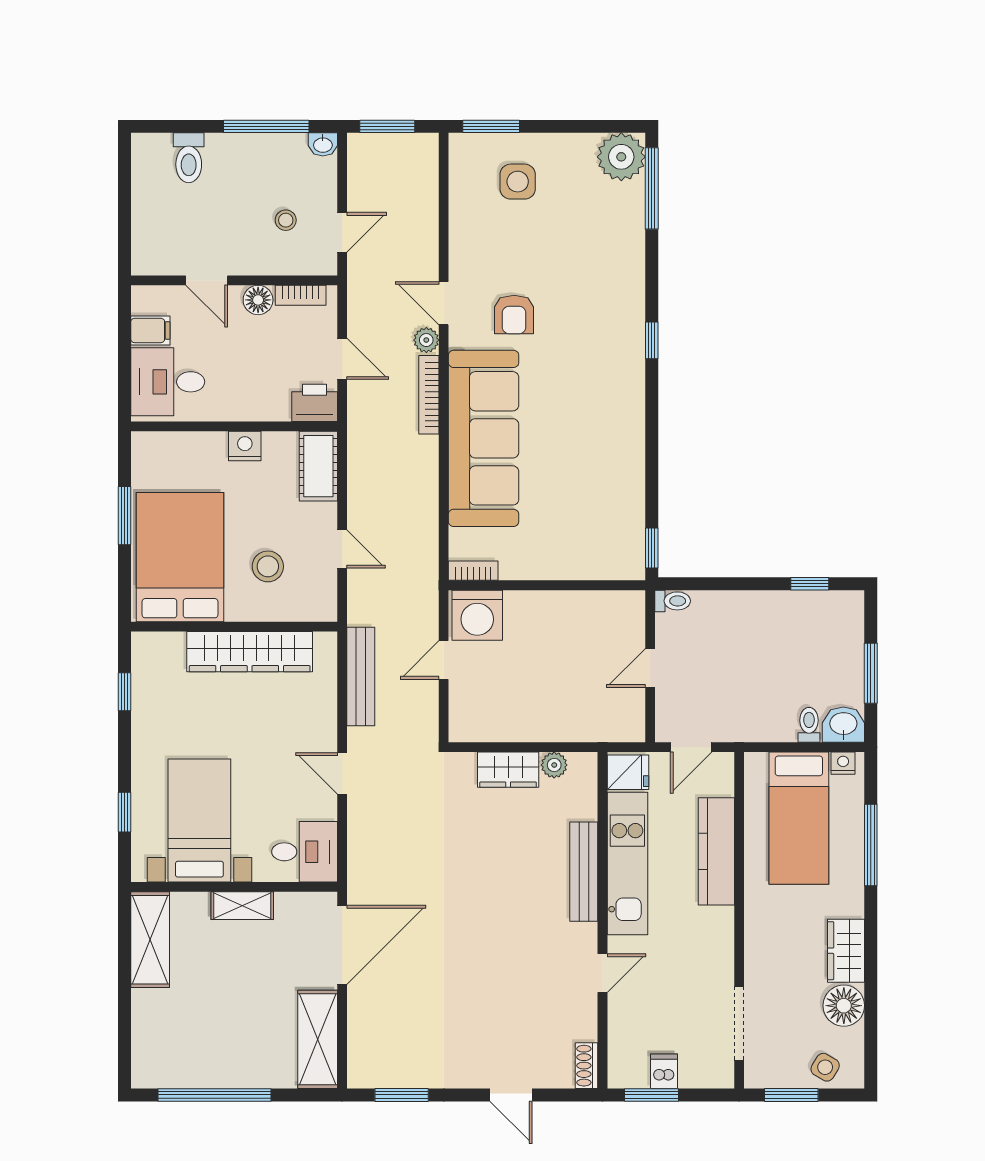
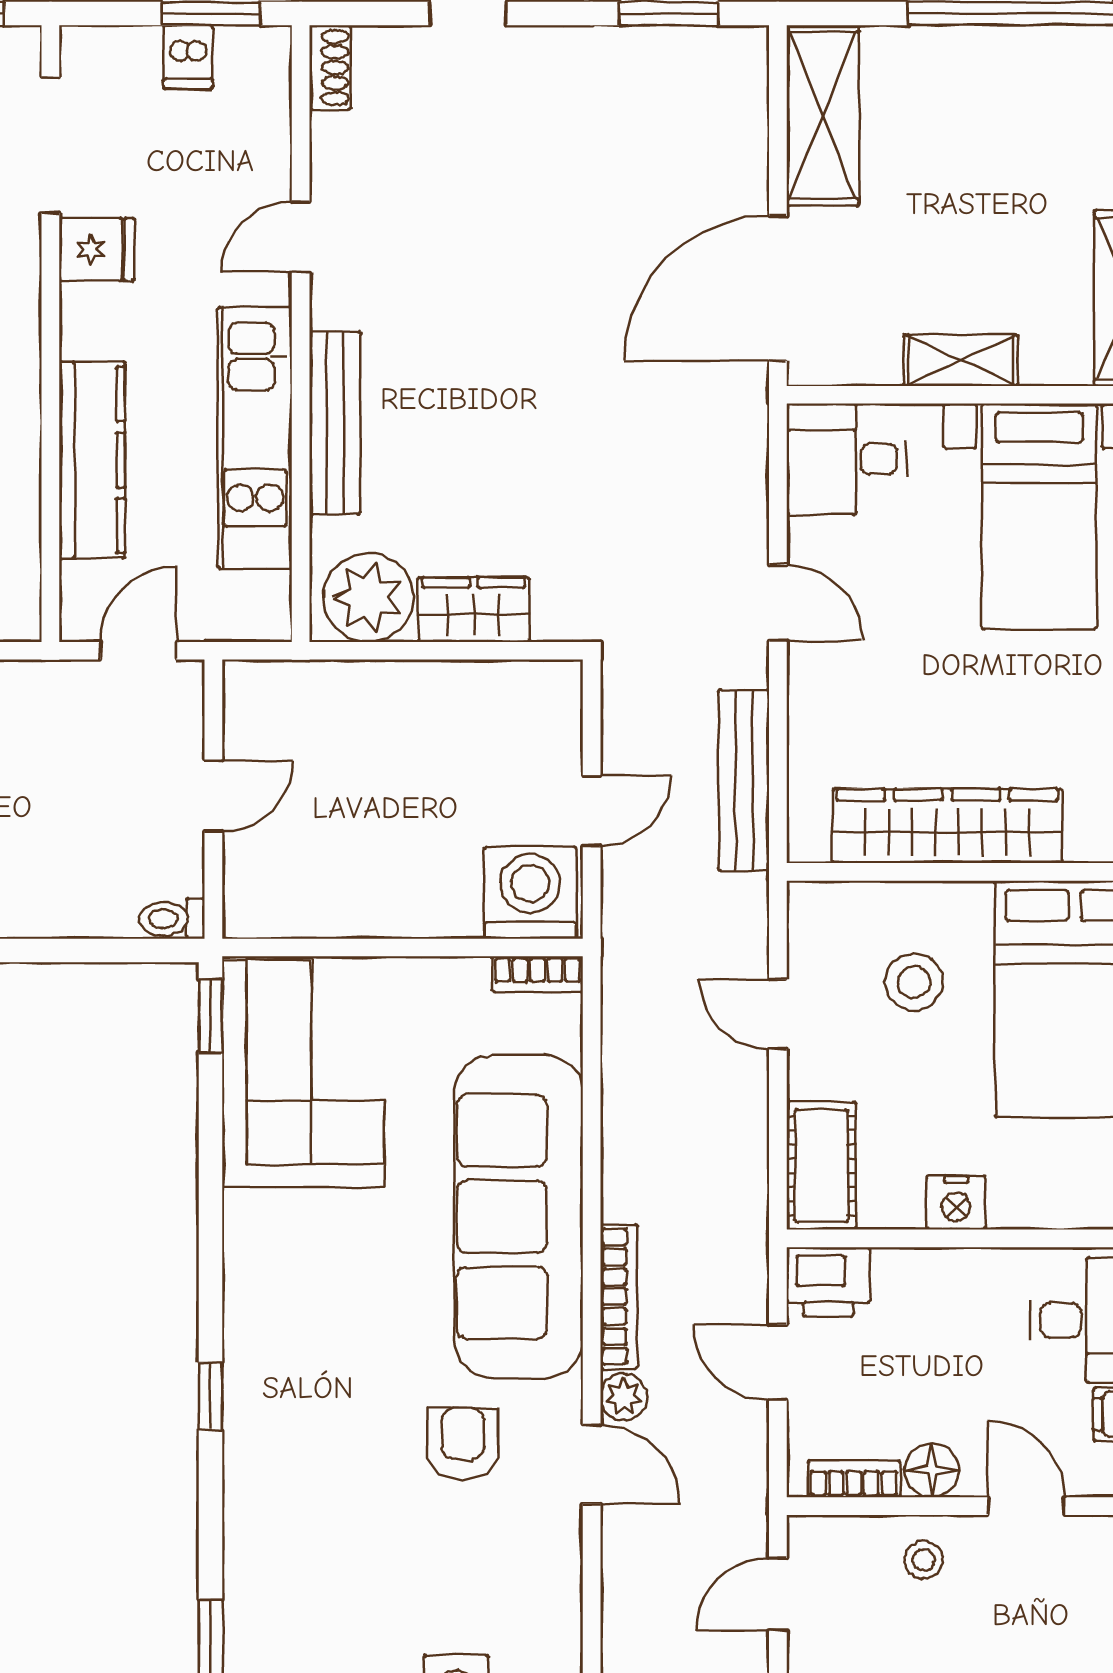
stool: (286, 220) -> (924, 1560), moved
corner sofa: (601, 517) -> (303, 1073), added
plant: (554, 765) -> (368, 597), width x1.88, depth x1.88
fridge: (628, 772) -> (97, 249), moved, turned 180

